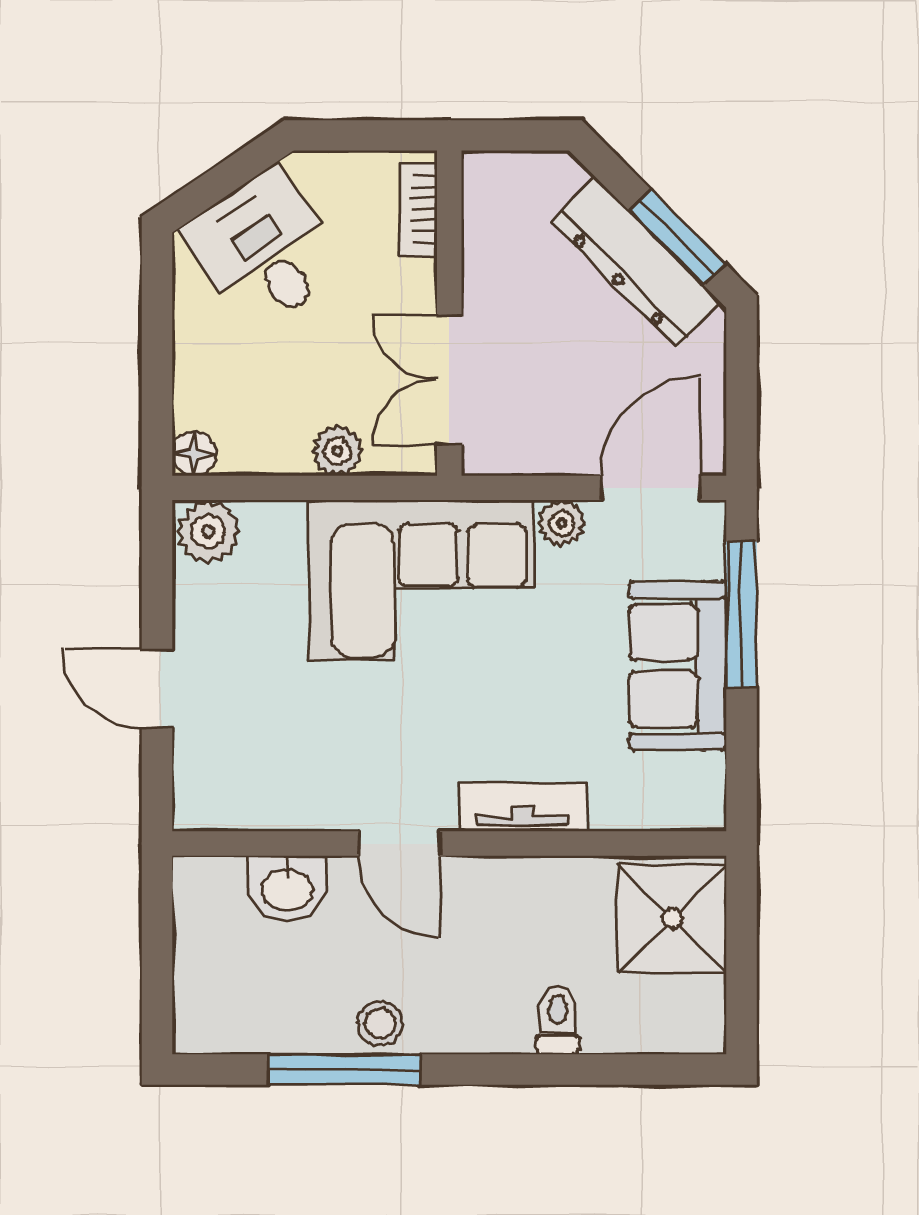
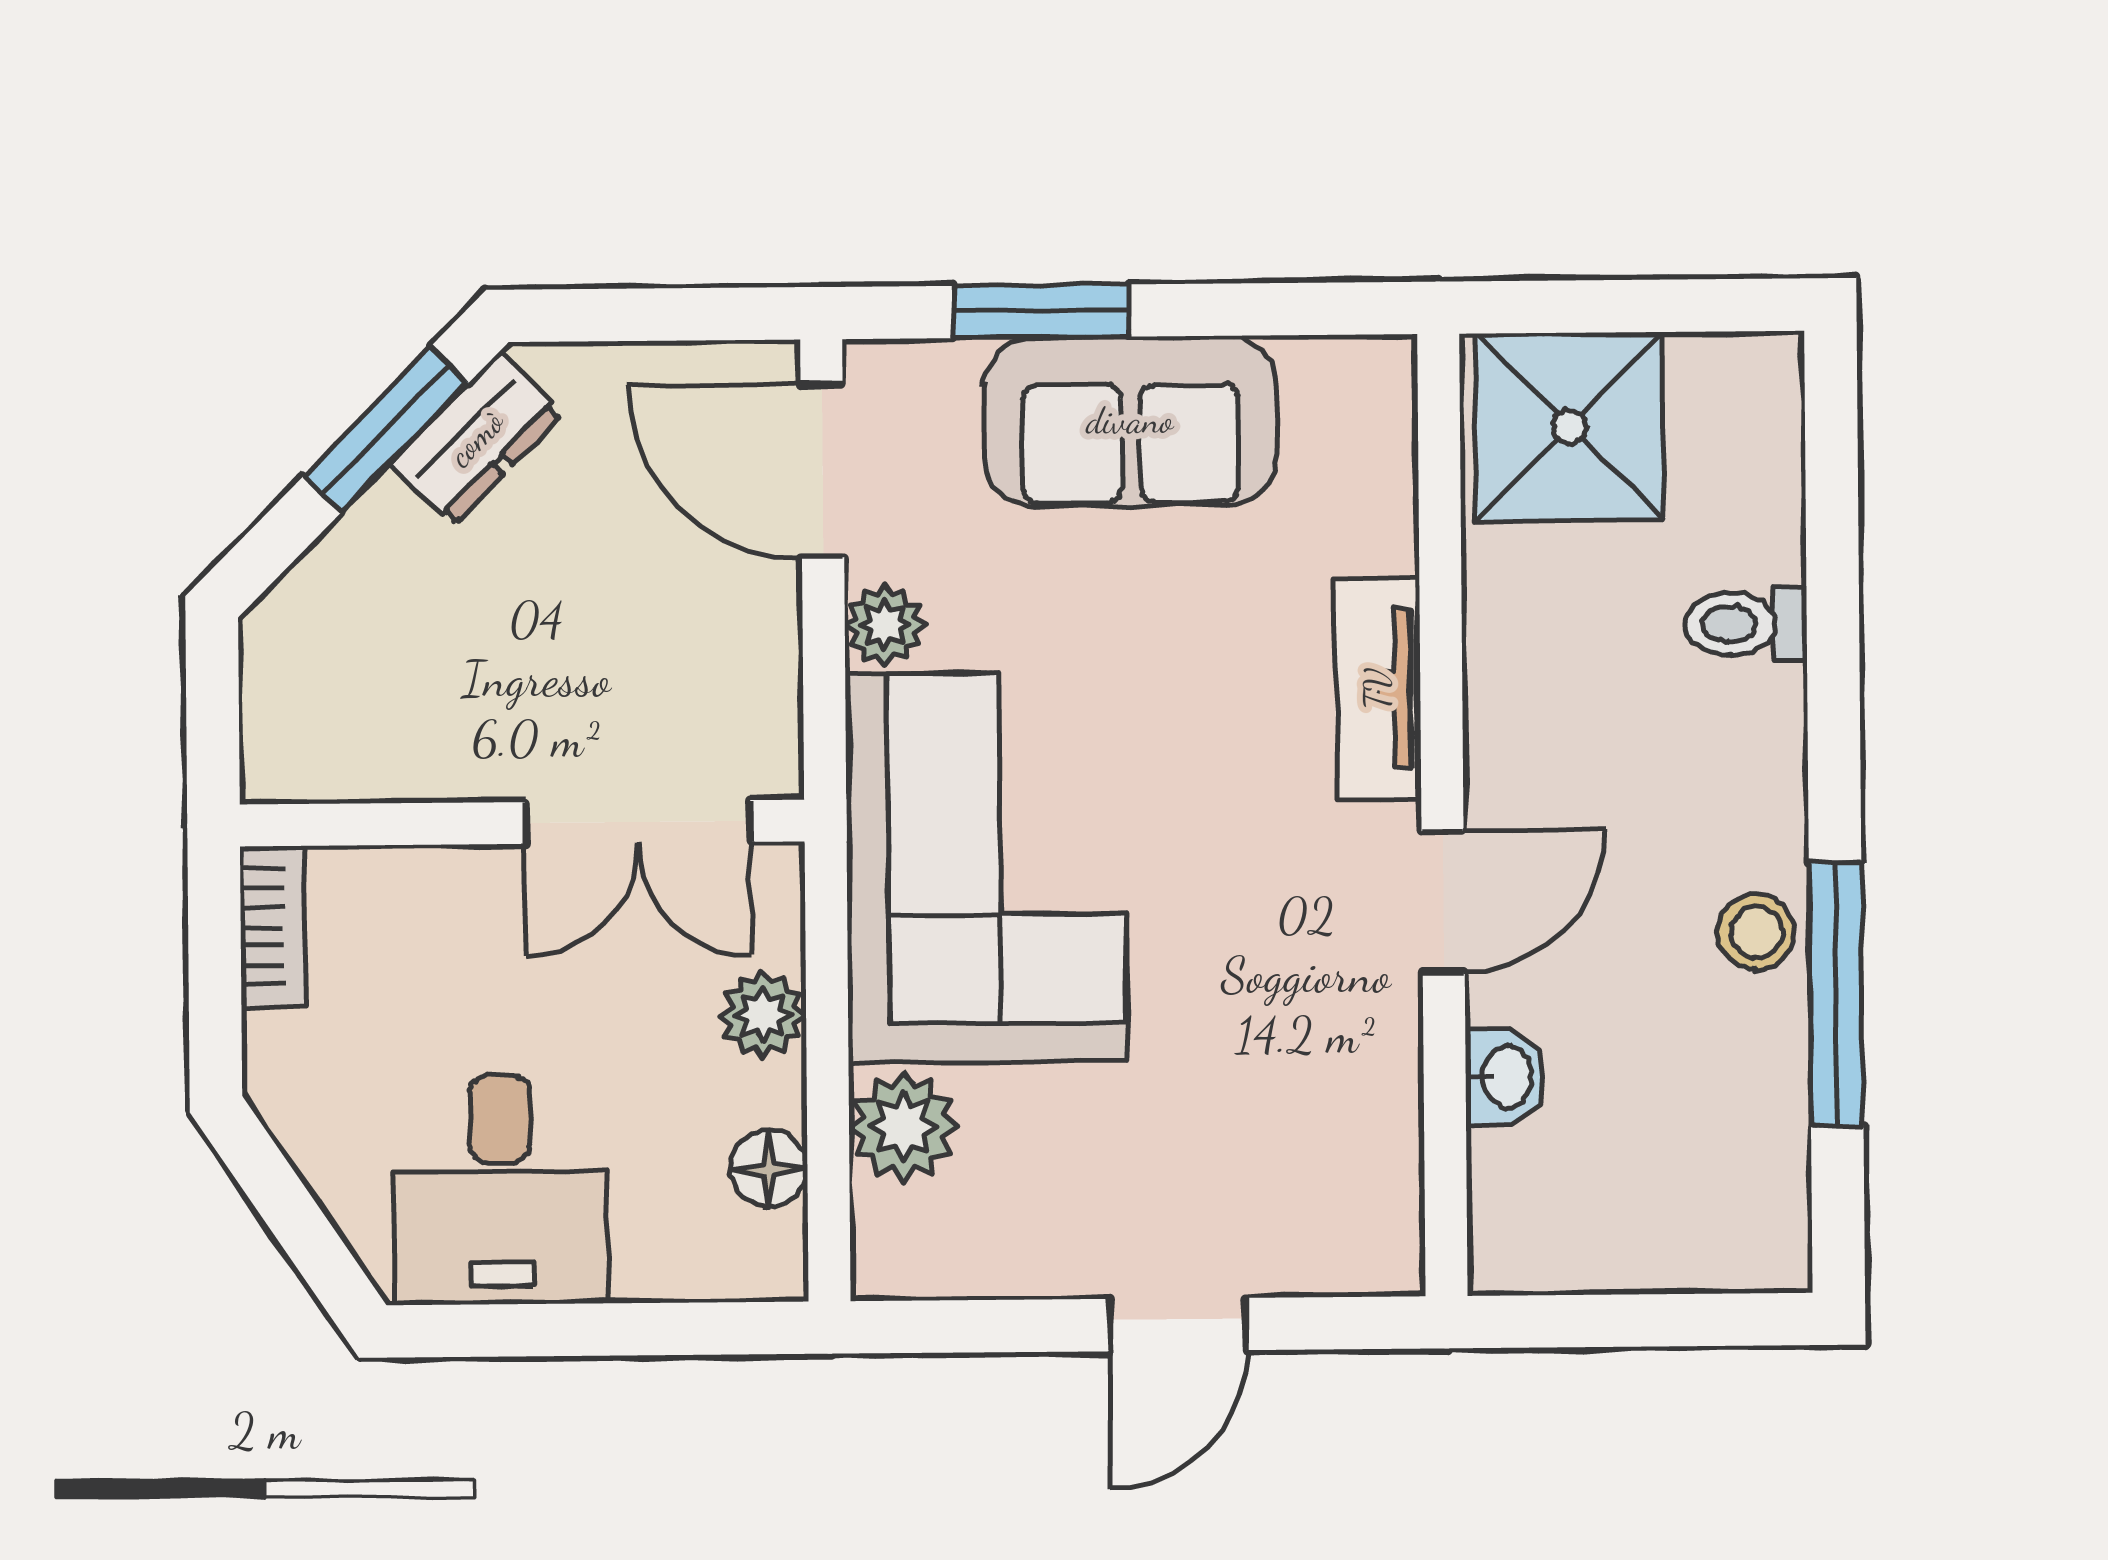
bookcase: (419, 209) -> (273, 926), moved, turned -90
desk: (264, 250) -> (501, 1190), moved, turned -56
dresser: (636, 262) -> (476, 438), width x0.51, depth x0.80
floor lamp: (194, 454) -> (769, 1168), moved
plant: (208, 531) -> (903, 1127), moved
window: (742, 615) -> (1041, 311), width x0.69
washbasin: (287, 889) -> (1505, 1077), width x0.72, depth x0.69

